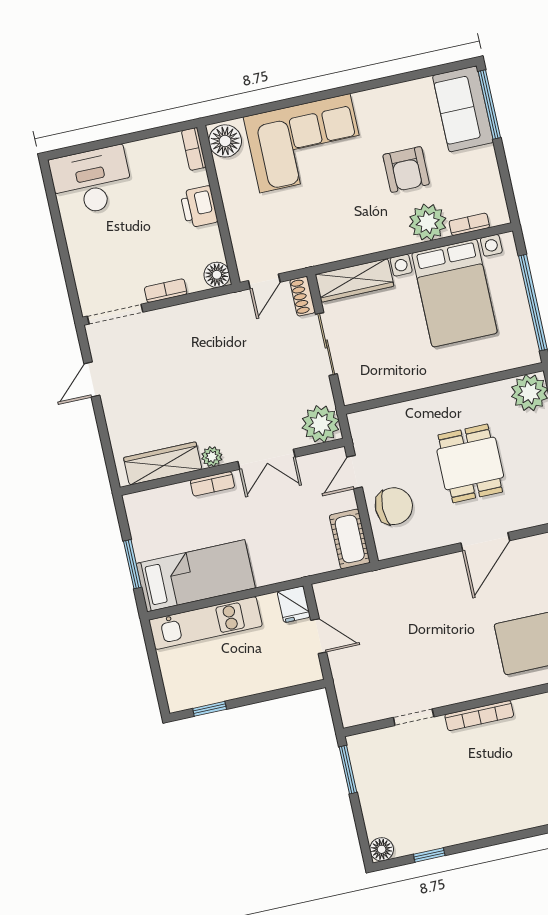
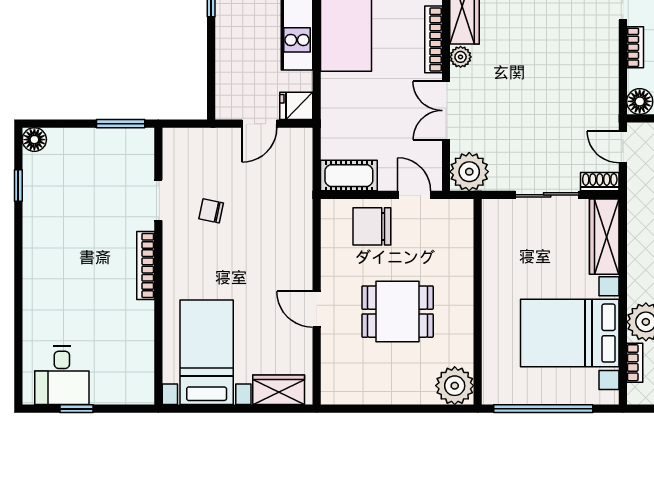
bookcase: (212, 484) -> (433, 39), width x1.56
chair: (394, 506) -> (372, 226), turned 90
door: (485, 542) -> (317, 309), width x0.73
chair: (413, 664) -> (211, 211), added

